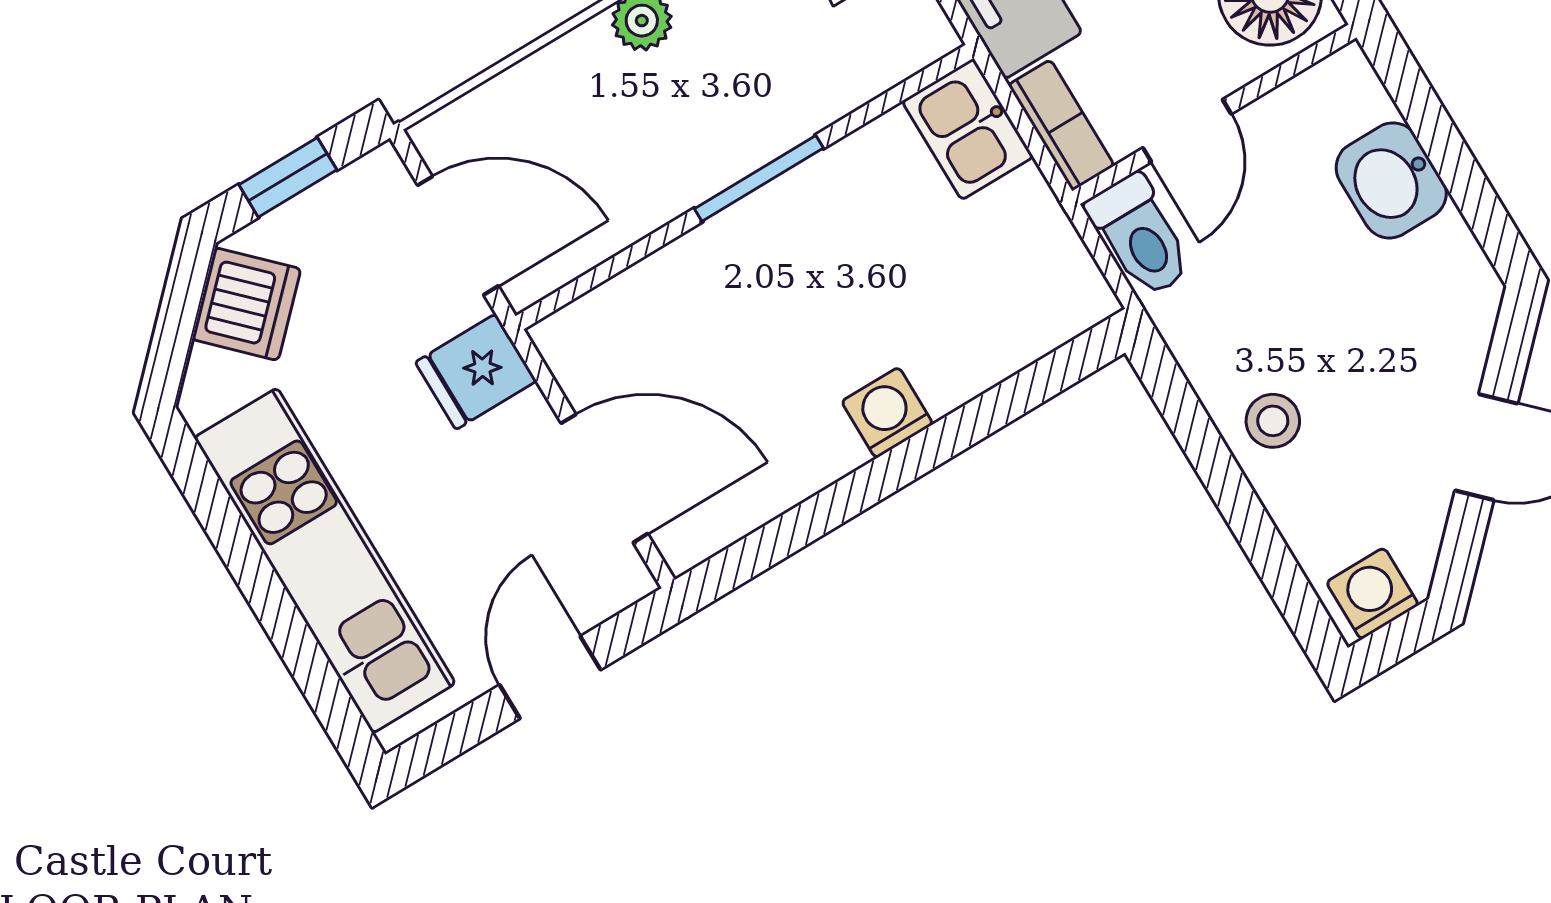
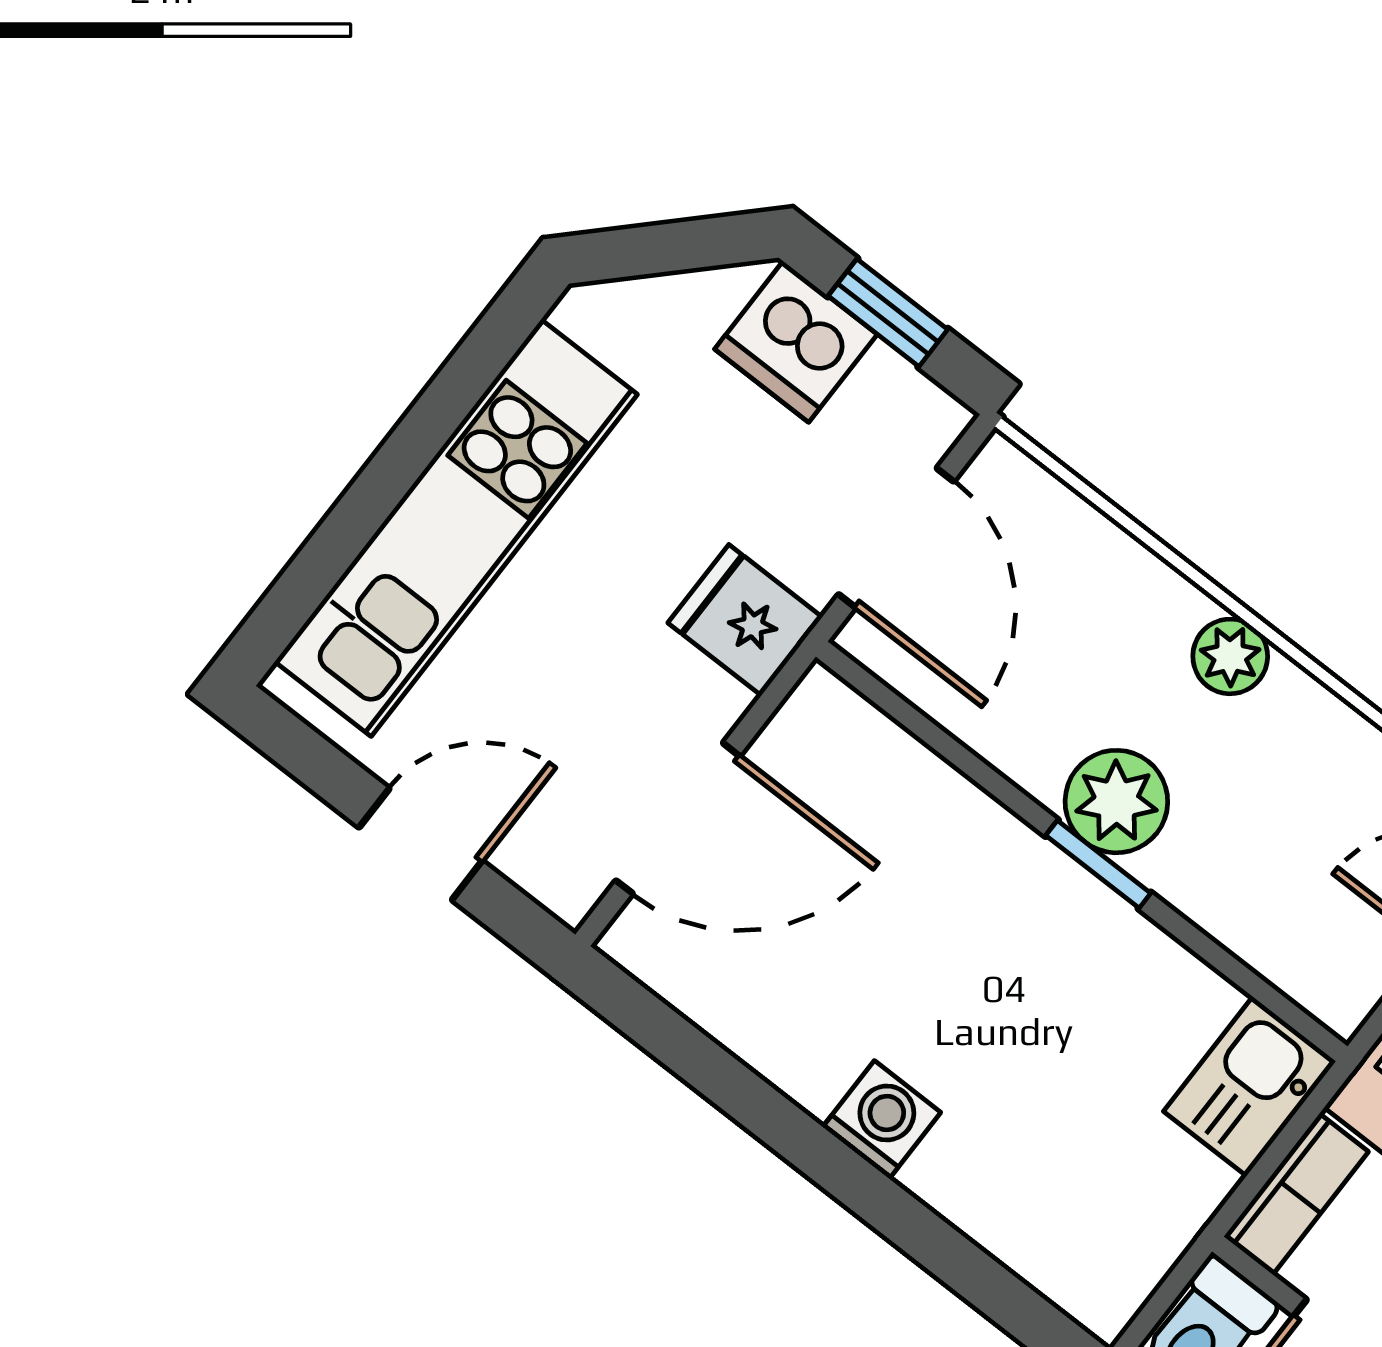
plant: (717, 147) -> (1116, 802), added
window: (759, 178) -> (1098, 864), width x0.67
dishwasher: (246, 304) -> (796, 342), moved, turned 45
door: (604, 478) -> (678, 818), hinge flipped

